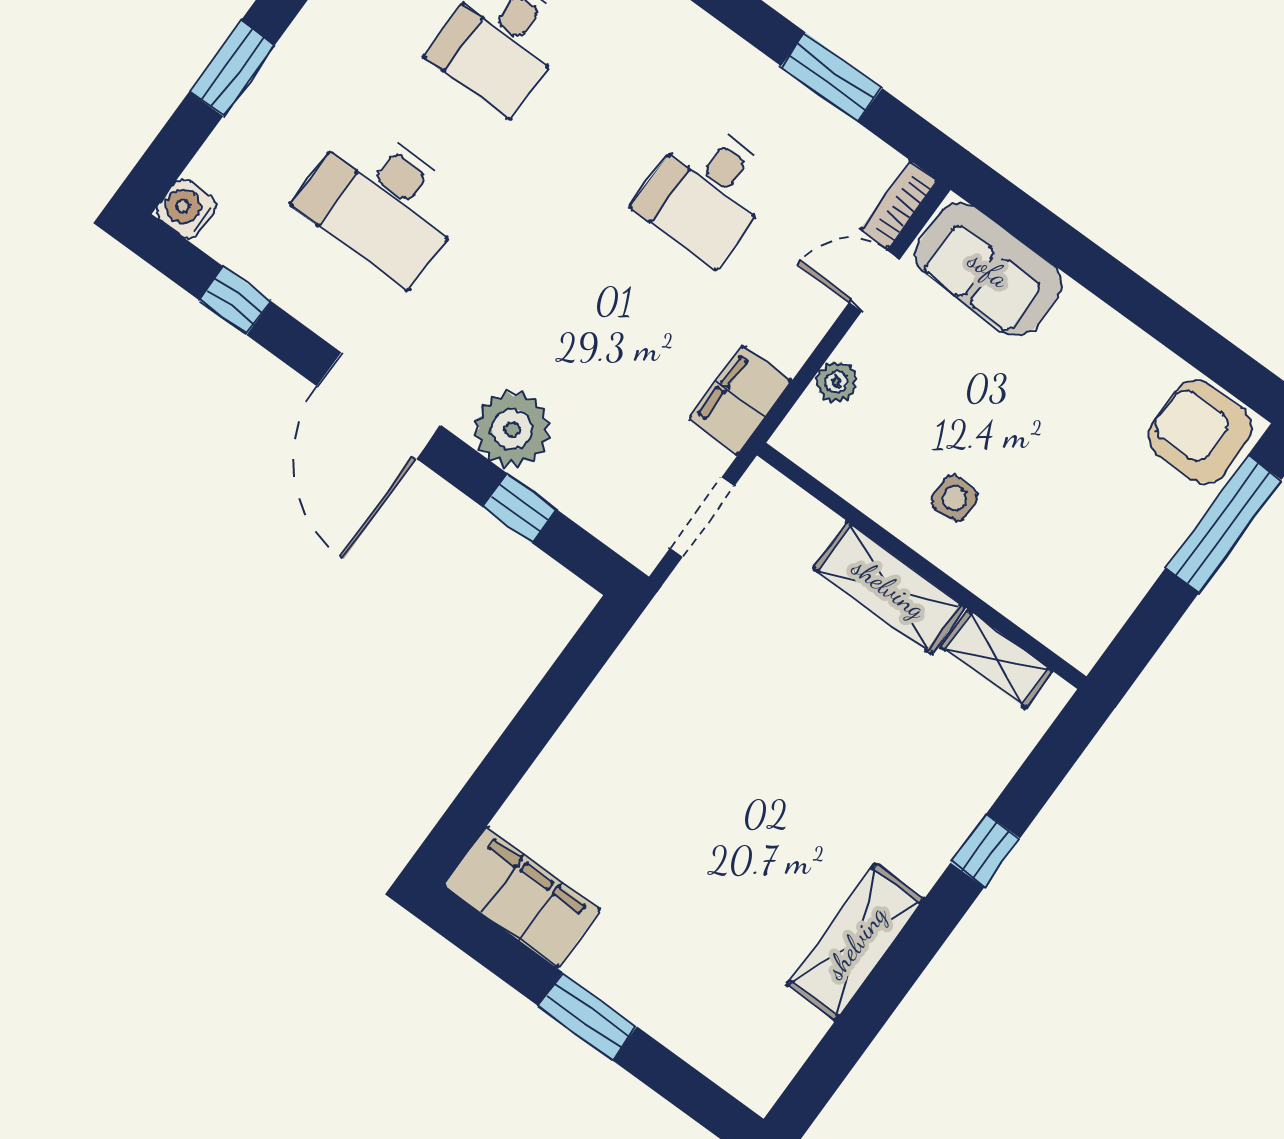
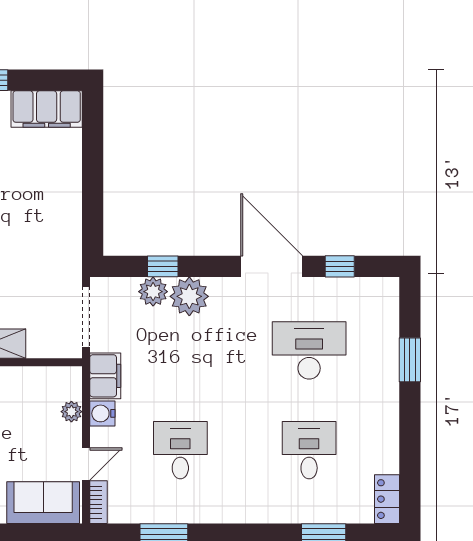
water cooler: (186, 209) -> (102, 413), moved, turned 180
door: (379, 406) -> (272, 266), moved
plant: (565, 479) -> (153, 292), added
doorway: (702, 517) -> (86, 317), width x1.38

